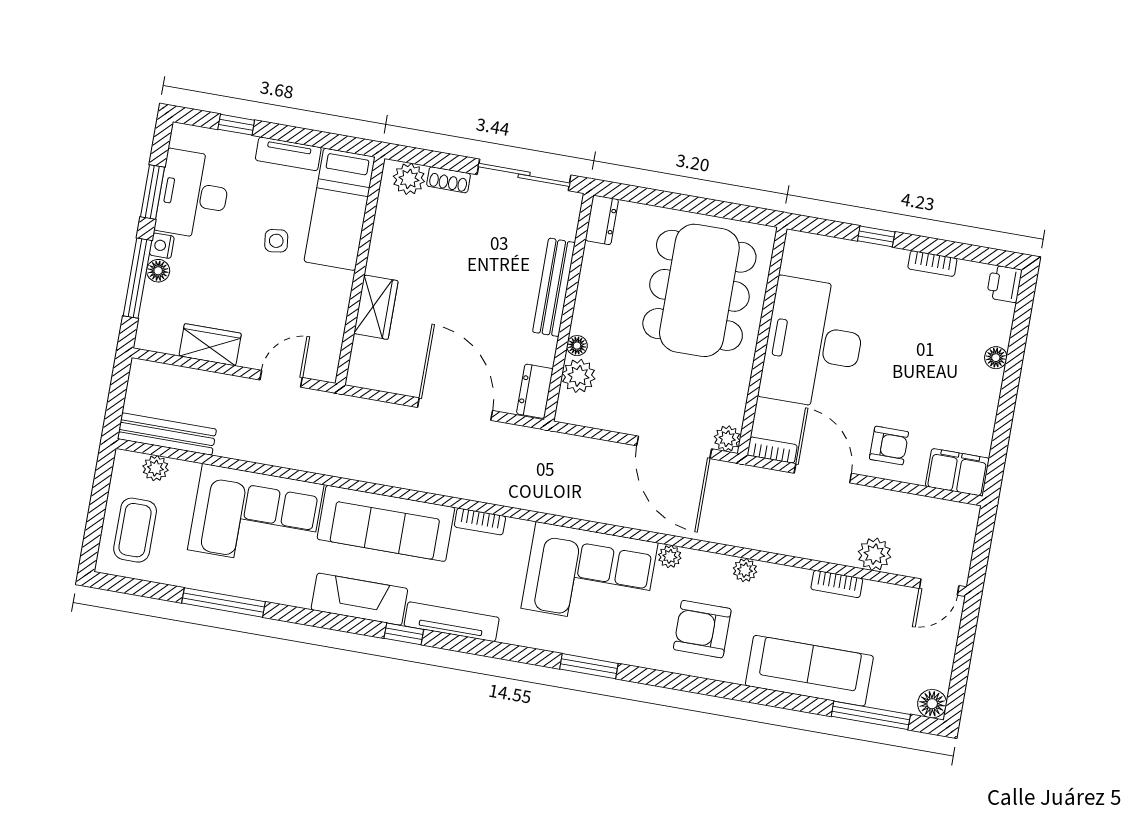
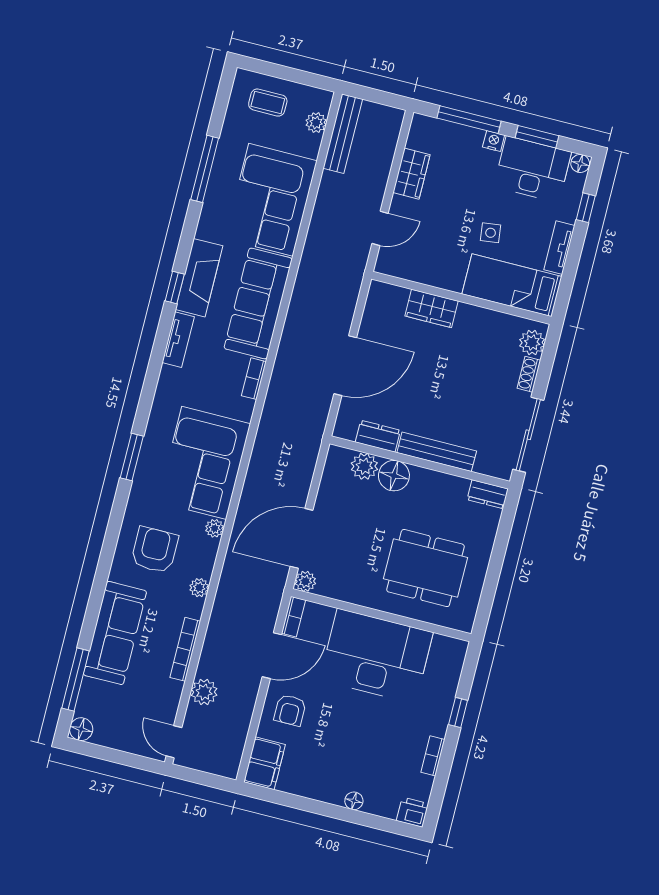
floor lamp: (158, 271) -> (580, 163), moved
dining table: (699, 290) -> (425, 568), width x0.73, depth x0.80
floor lamp: (577, 346) -> (394, 476), width x1.89, depth x1.89
door: (281, 379) -> (380, 228), hinge flipped
dresser: (535, 391) -> (378, 436), moved
coffee table: (135, 530) -> (268, 103), width x0.73, depth x0.77
bookcase: (837, 584) -> (185, 649), width x1.56
tv unit: (452, 622) -> (178, 340), width x0.71
window: (404, 634) -> (175, 287), moved

